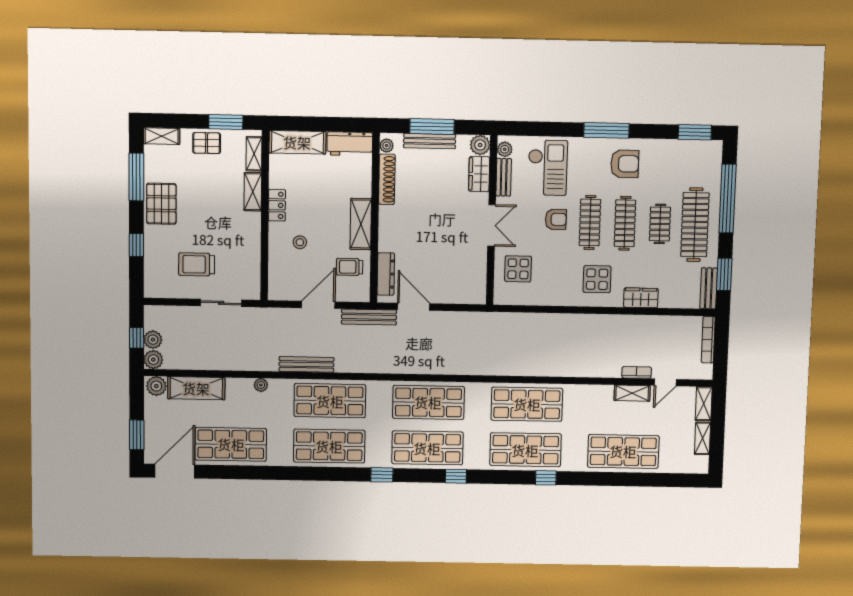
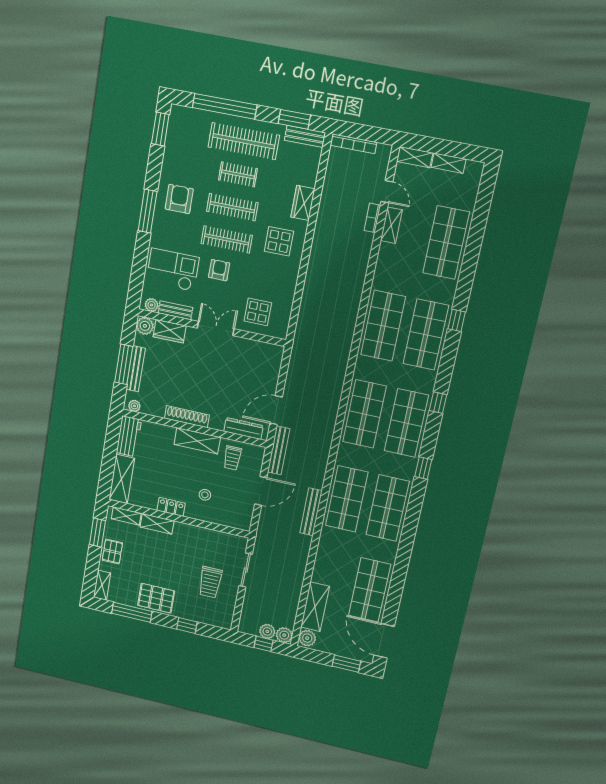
shoe rack: (387, 179) -> (187, 417), moved
door: (318, 305) -> (261, 491), swing flipped
plant: (261, 385) -> (322, 554), removed

